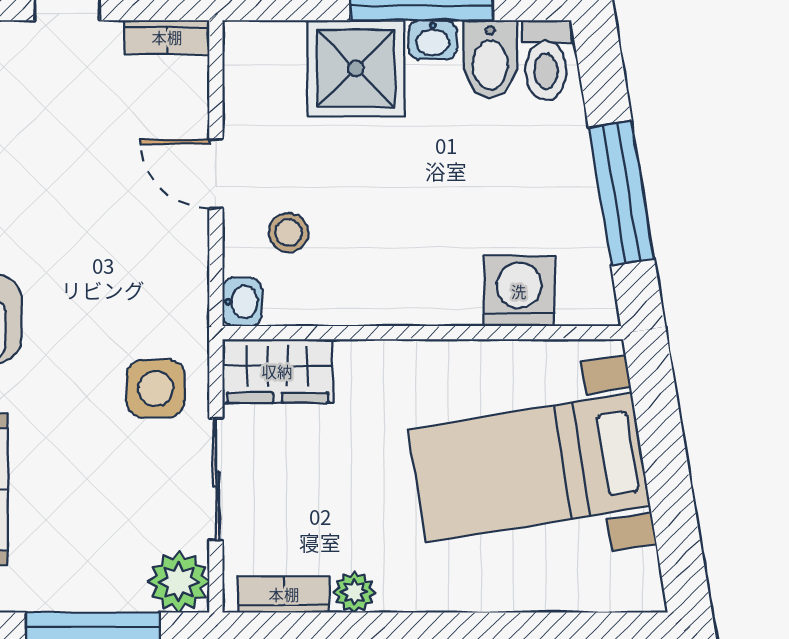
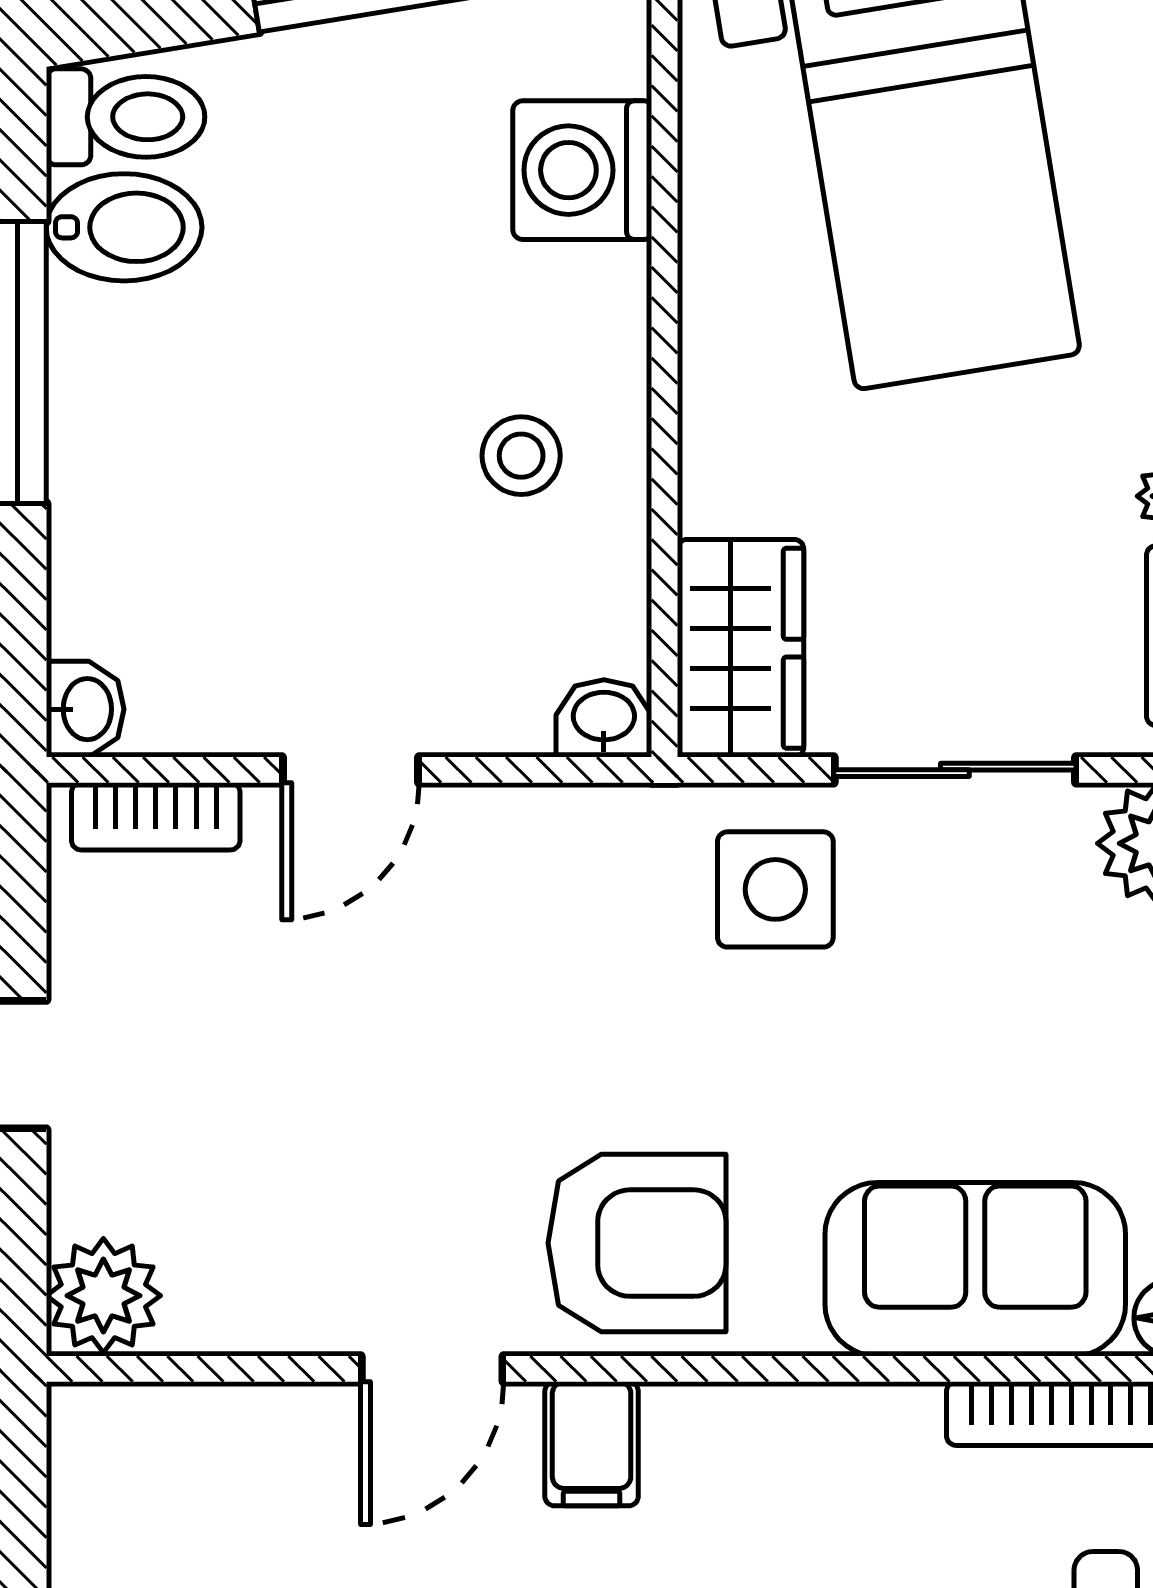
bookcase: (167, 37) -> (156, 816), moved, turned 90
washbasin: (433, 40) -> (85, 709), moved
shower: (356, 68) -> (142, 493), removed
stool: (289, 233) -> (521, 456), moved

